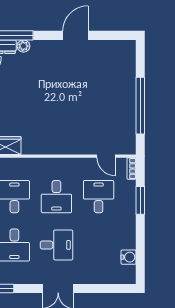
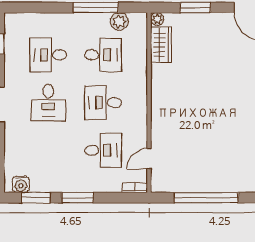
window: (140, 200) -> (78, 198), moved
window: (140, 256) -> (36, 198), added
water cooler: (129, 257) -> (21, 184), moved

